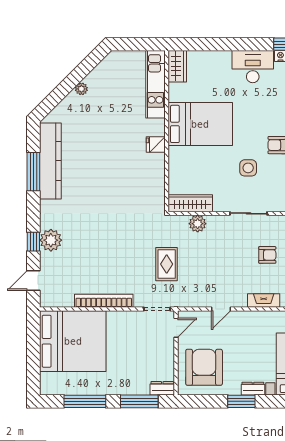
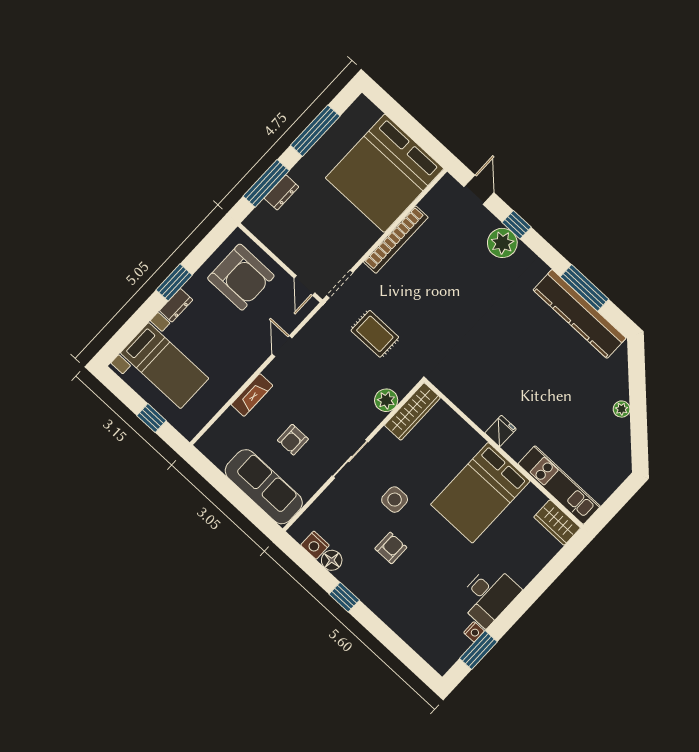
dresser: (162, 388) -> (281, 192), moved

